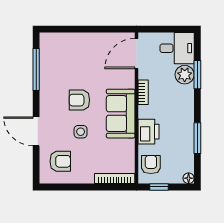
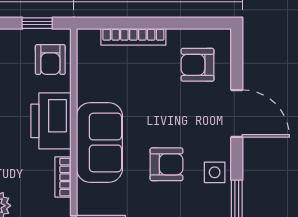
side table: (81, 132) -> (215, 172), moved
printer: (148, 132) -> (51, 121), width x1.37, depth x1.19
bookcase: (115, 179) -> (133, 37), moved

